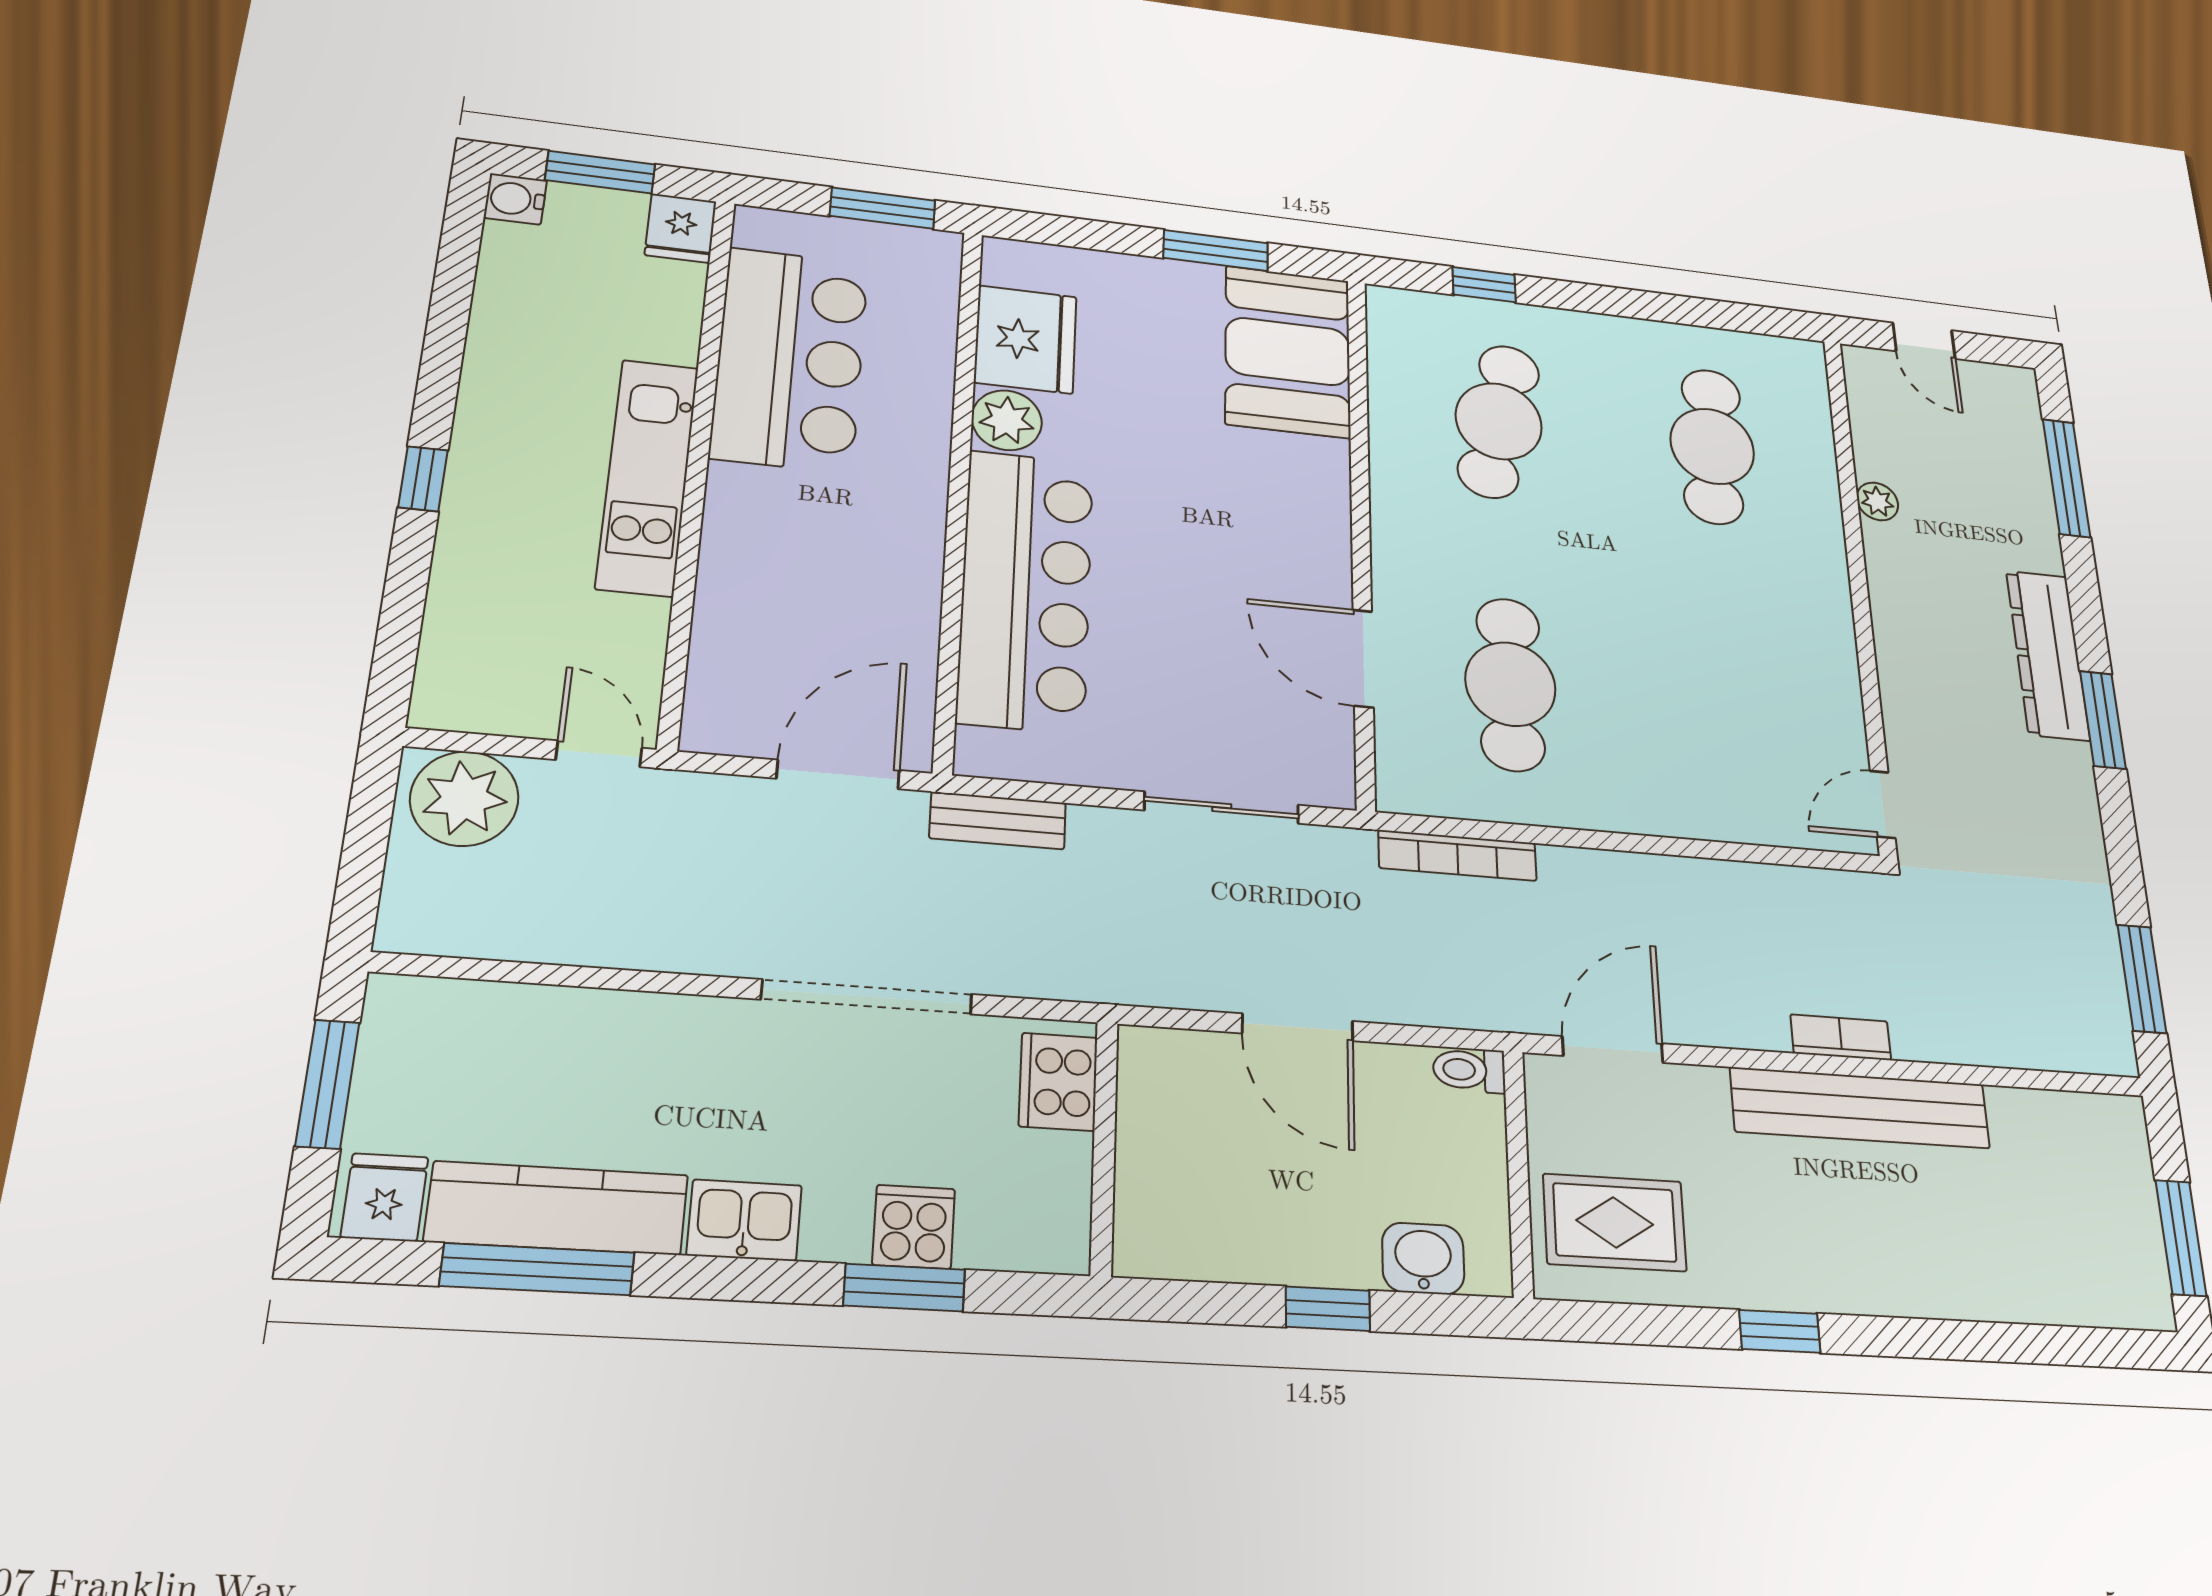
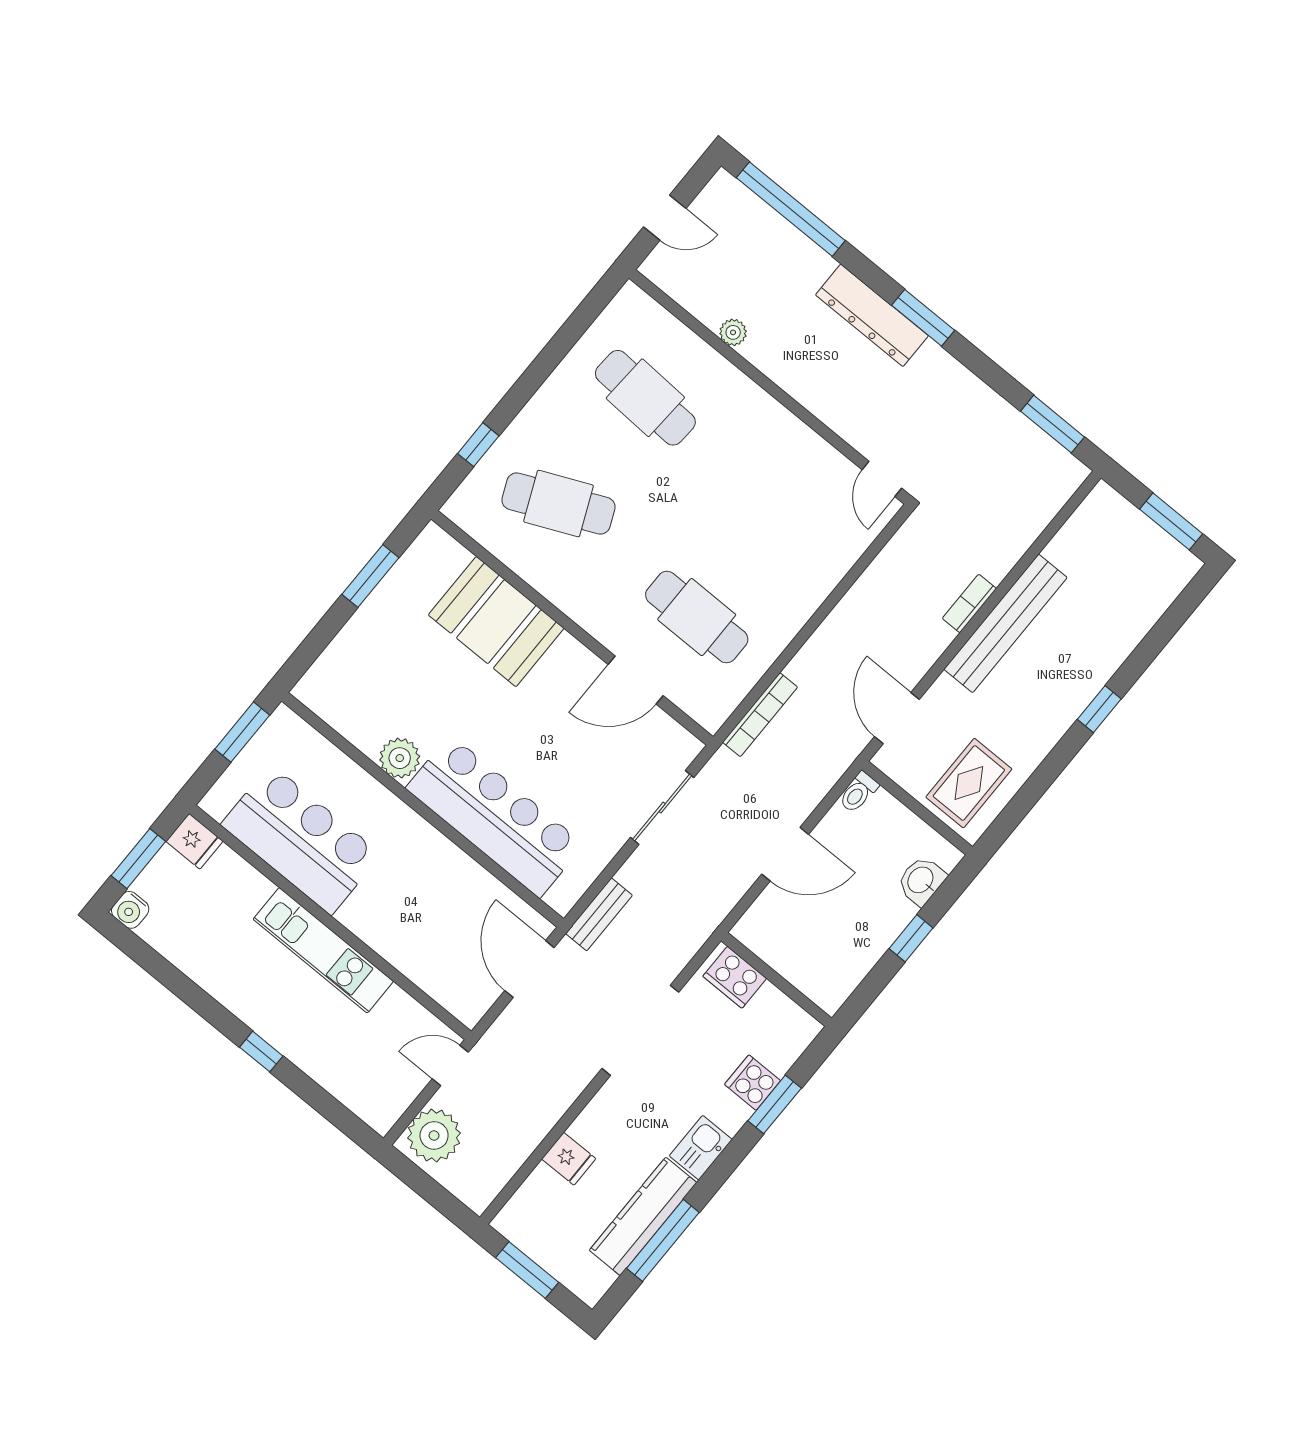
fridge: (1026, 339) -> (361, 715), removed
booth: (1288, 351) -> (496, 622), moved
cafe table: (1499, 421) -> (558, 504), turned -36
window: (2066, 478) -> (791, 209), width x1.46
fridge: (385, 1197) -> (569, 1159), moved, turned 180
window: (1780, 1331) -> (1099, 709), moved

